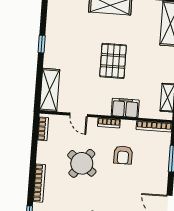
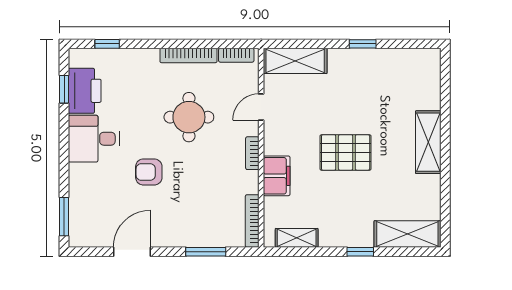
armchair: (123, 155) -> (149, 172), moved
round table: (82, 163) -> (189, 117), turned -37
bookcase: (39, 183) -> (188, 55), moved

